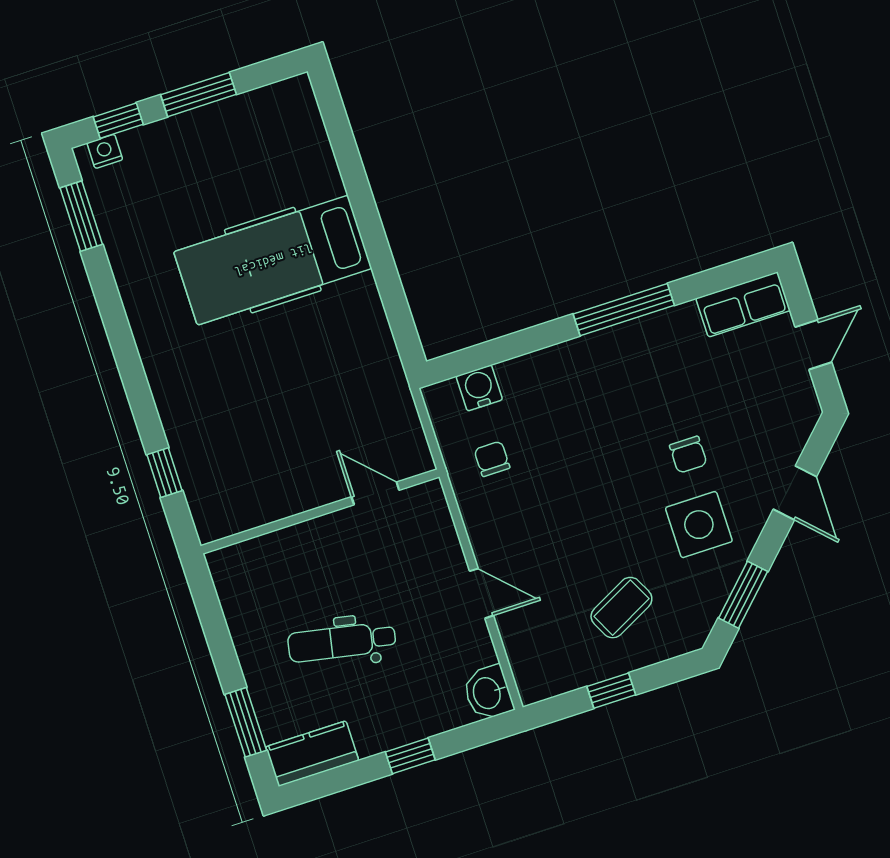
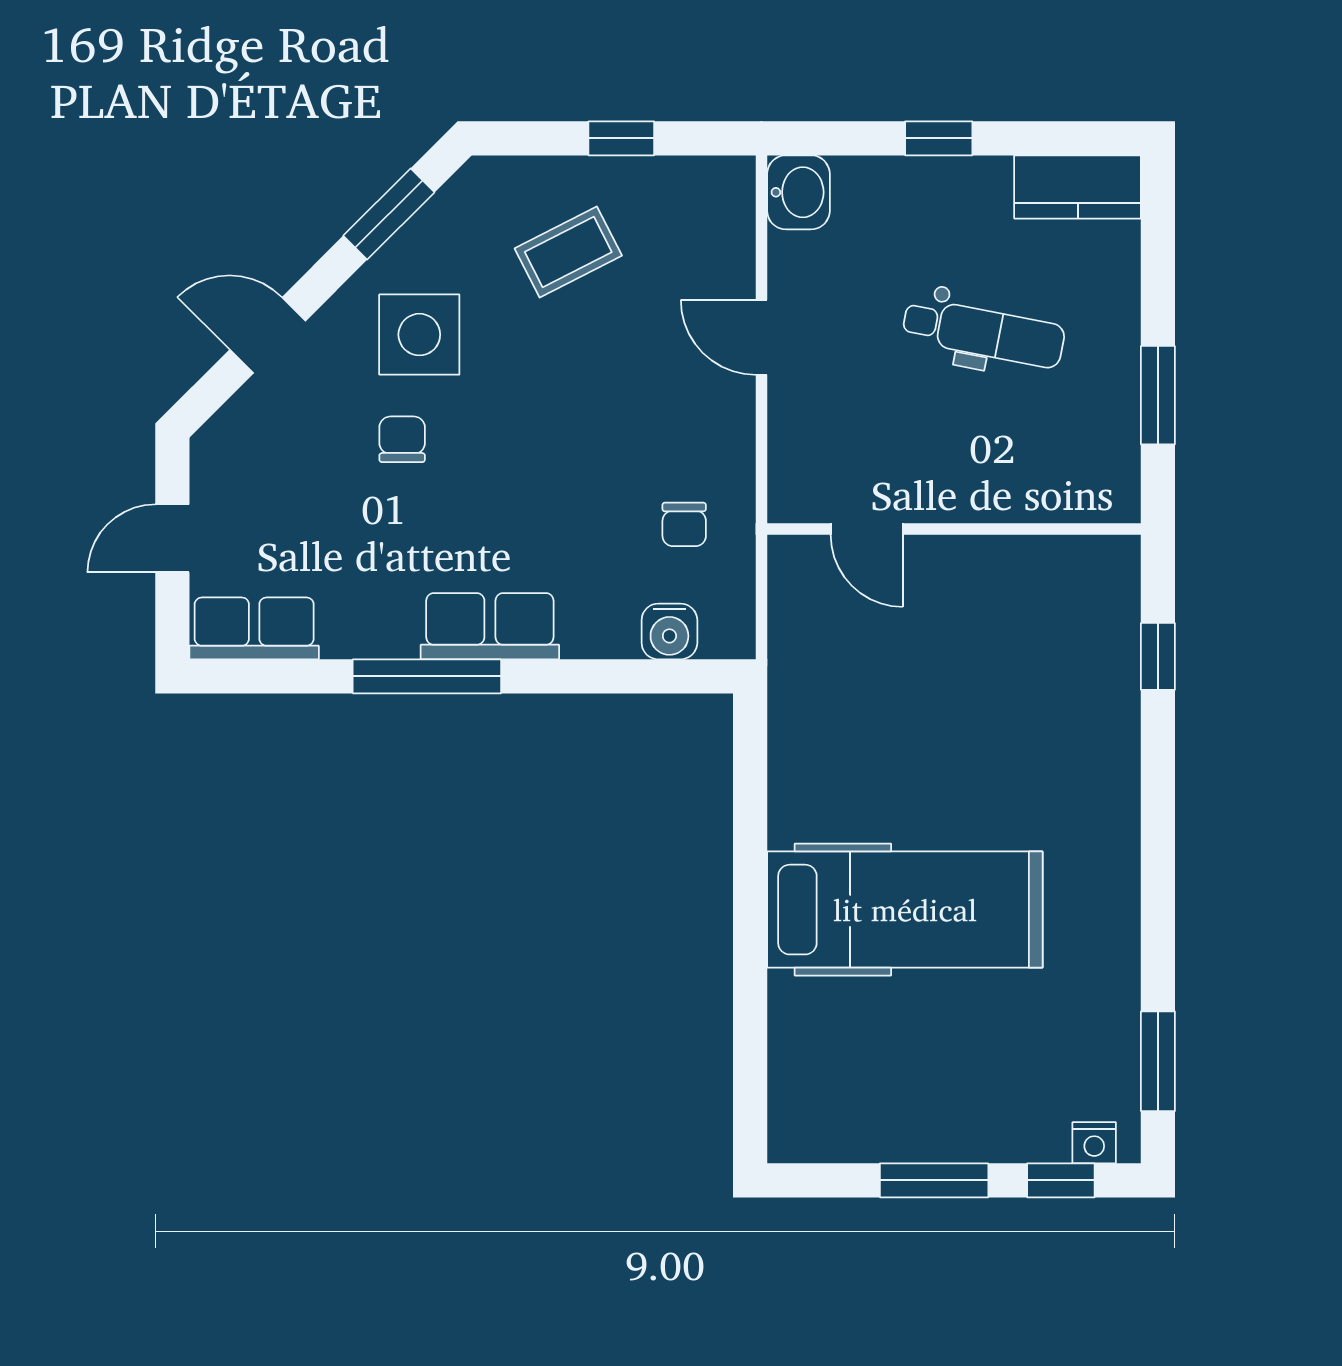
row of seats: (594, 354) -> (490, 626), added
door: (795, 493) -> (268, 335), hinge flipped
window: (246, 722) -> (1158, 395), moved

